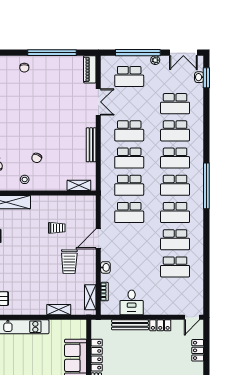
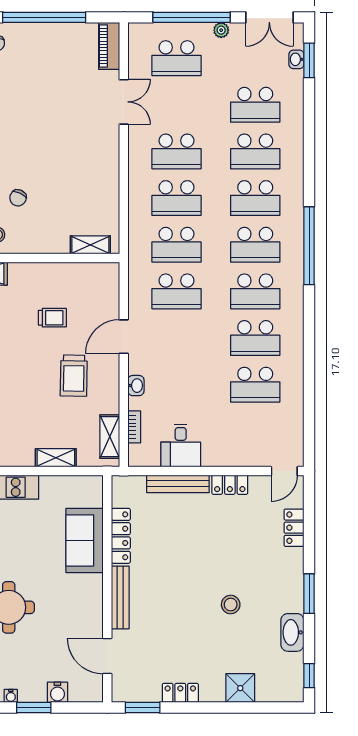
bench: (91, 145) -> (111, 175), removed

